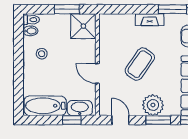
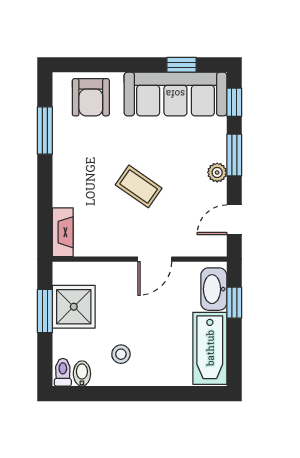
fireplace: (150, 20) -> (63, 232), moved
shower: (83, 26) -> (74, 307), moved
coffee table: (140, 64) -> (139, 186), width x0.73, depth x0.77
plant: (153, 105) -> (217, 172), width x0.53, depth x0.53

